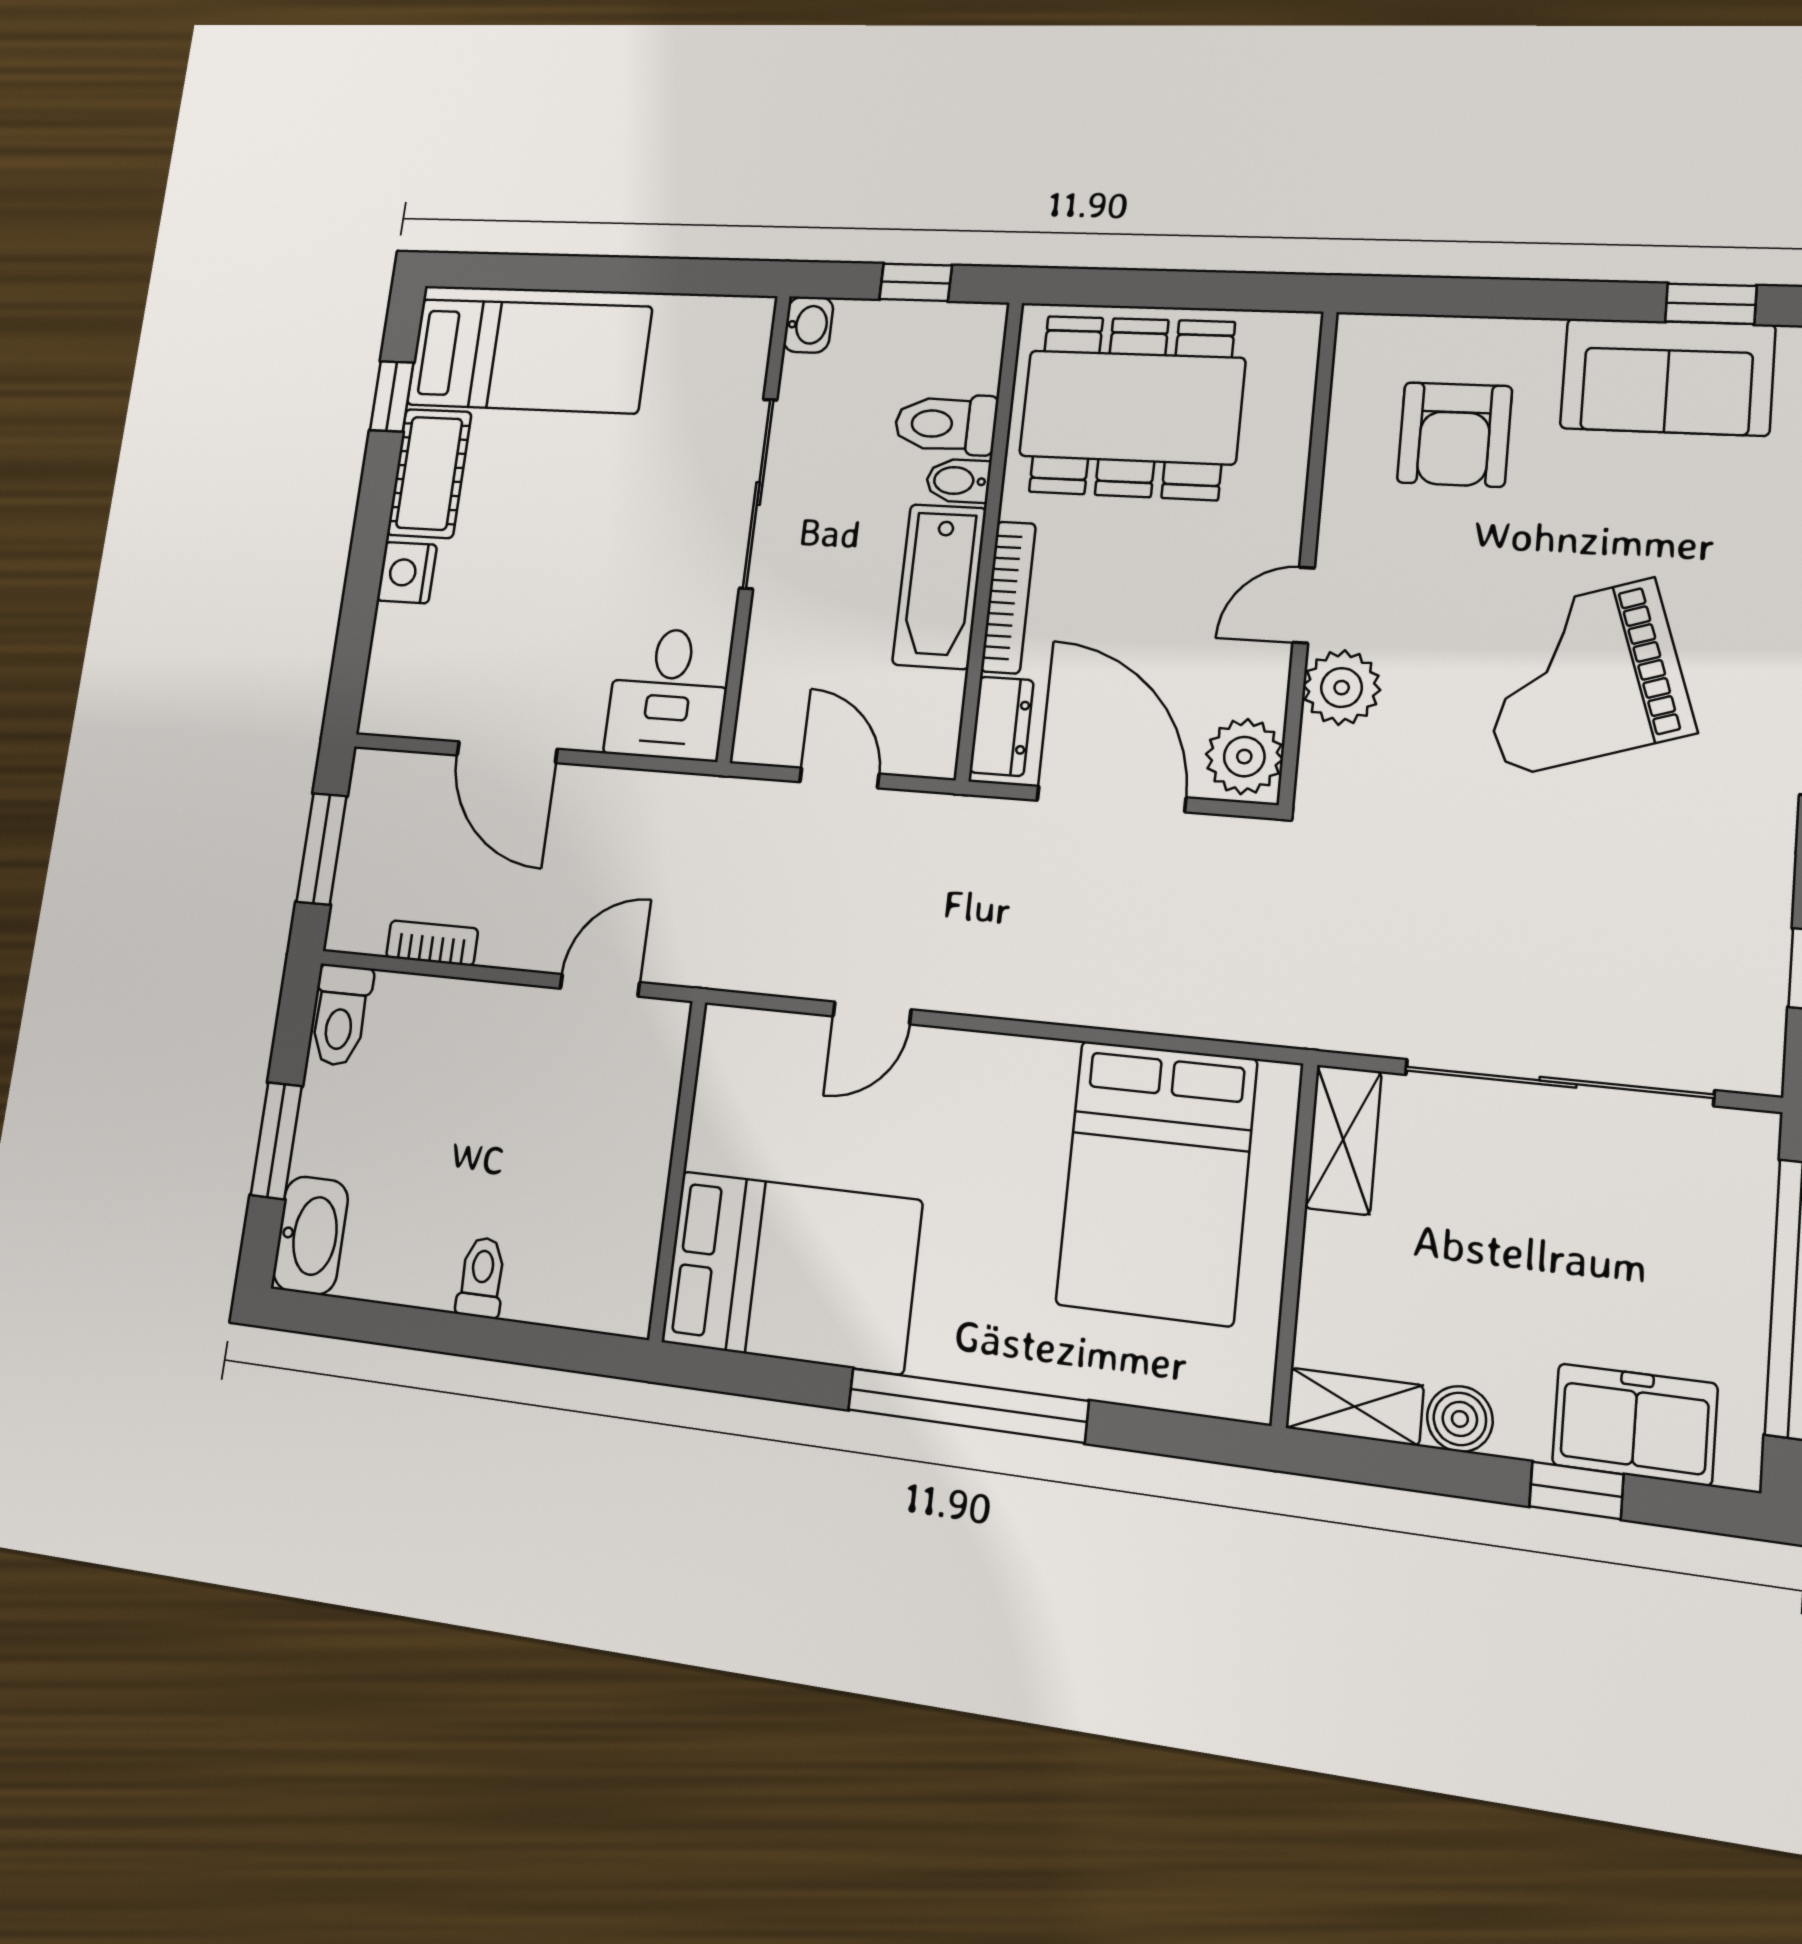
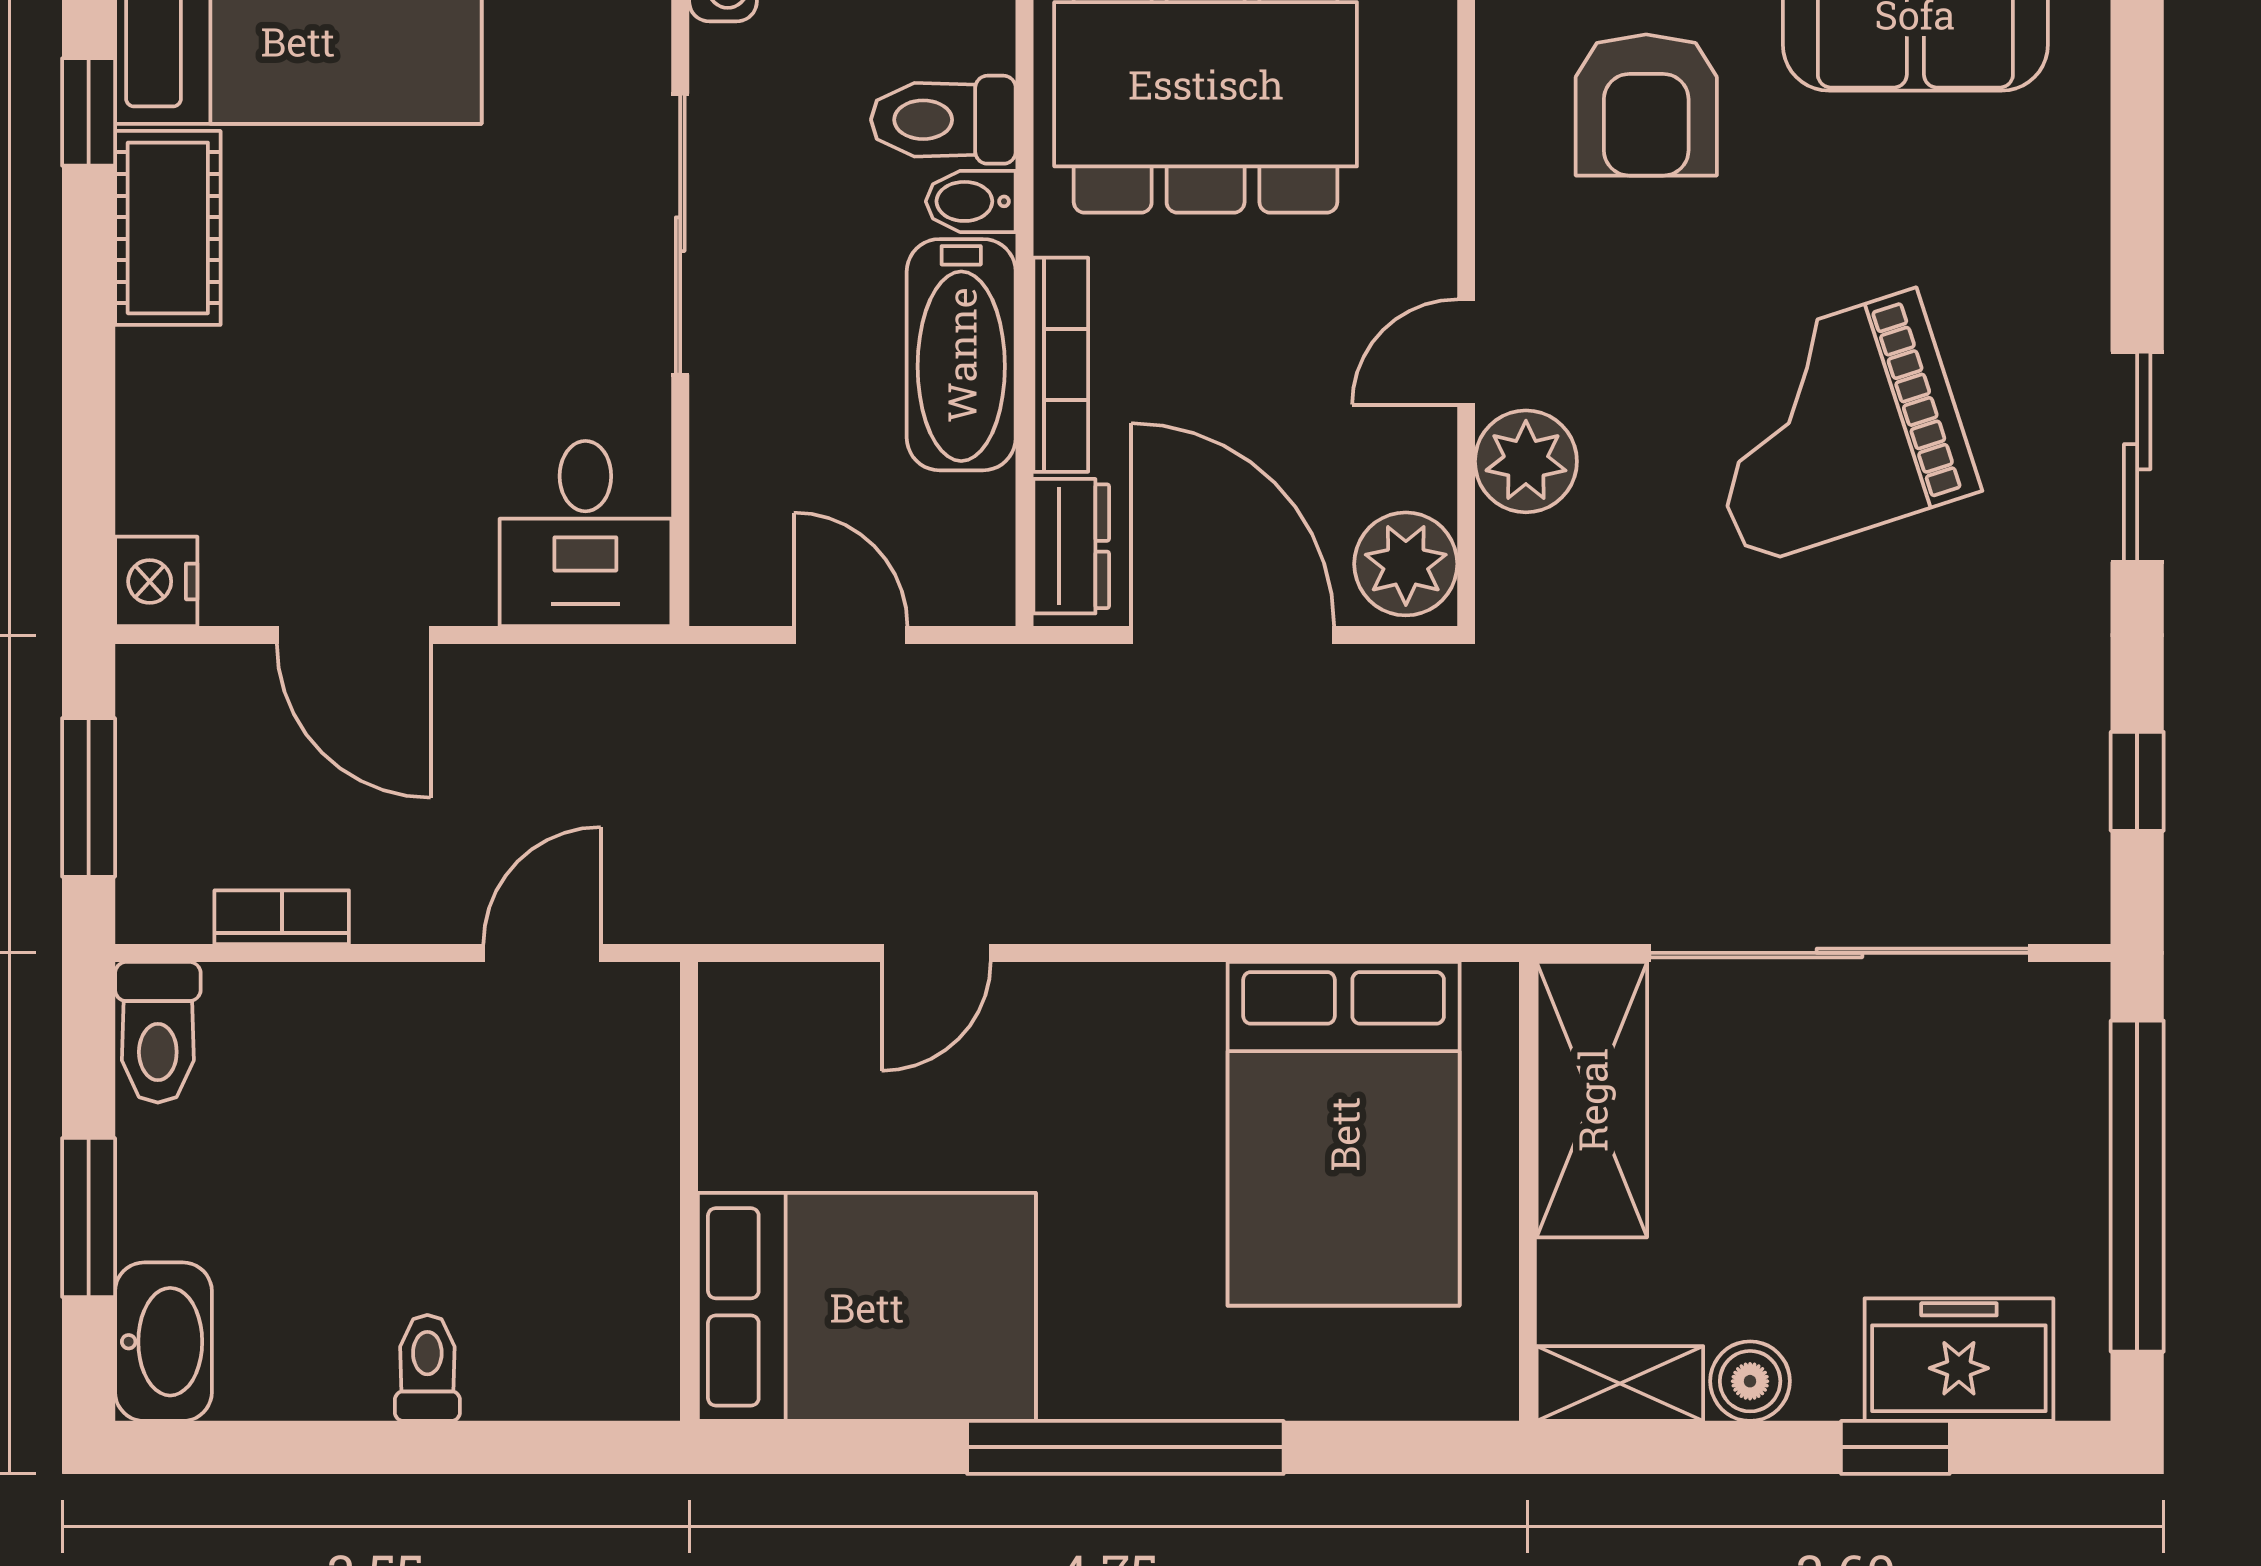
nightstand: (407, 573) -> (156, 581), moved
shelving: (1343, 1140) -> (1592, 1100), width x1.50, depth x1.33

